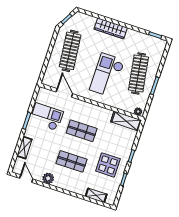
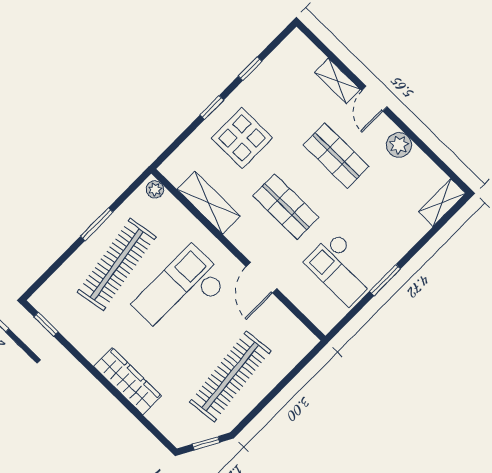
checkout: (107, 75) -> (180, 292), turned 180
door: (64, 93) -> (262, 278), moved
shelving: (126, 121) -> (209, 203), moved
shelving: (24, 148) -> (442, 203), moved
display table: (108, 165) -> (242, 138), moved
door: (26, 179) -> (374, 99), moved
shelving: (96, 195) -> (337, 81), moved

